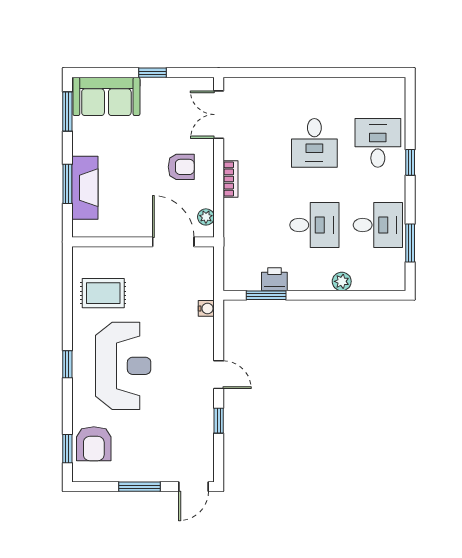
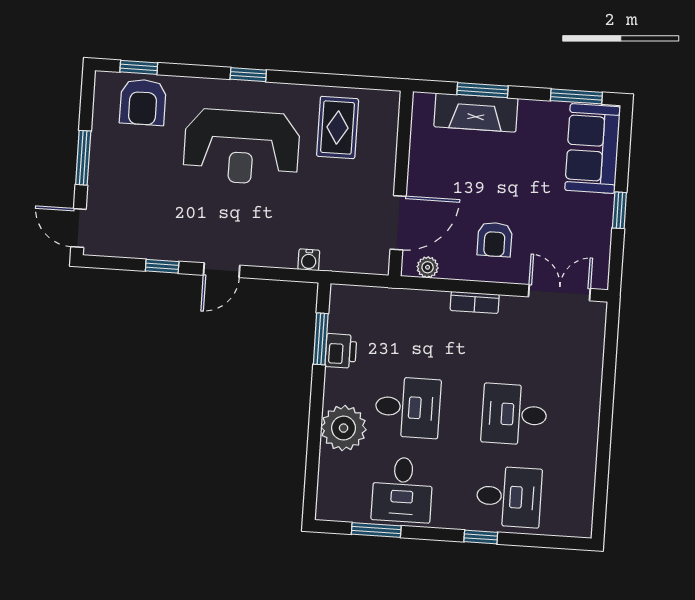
desk: (314, 225) -> (408, 407), turned -90
plant: (342, 281) -> (344, 428), width x1.88, depth x1.88
armchair: (94, 444) -> (143, 102), turned -90

